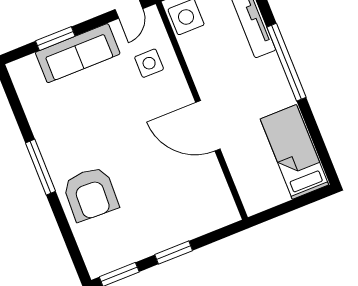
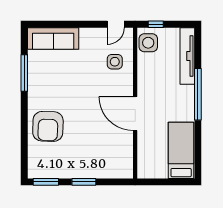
window: (55, 39) -> (64, 24), removed
sofa: (78, 53) -> (53, 38), moved
window: (41, 167) -> (24, 73), moved

